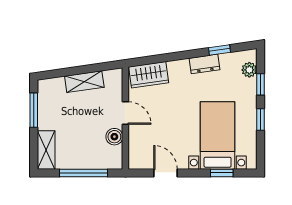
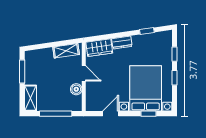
dresser: (204, 64) -> (122, 42), moved
plant: (249, 70) -> (167, 44), removed
shelving: (84, 82) -> (66, 51), moved
bed with nightstands: (218, 135) -> (146, 88), width x1.36
door: (165, 173) -> (111, 114), hinge flipped

